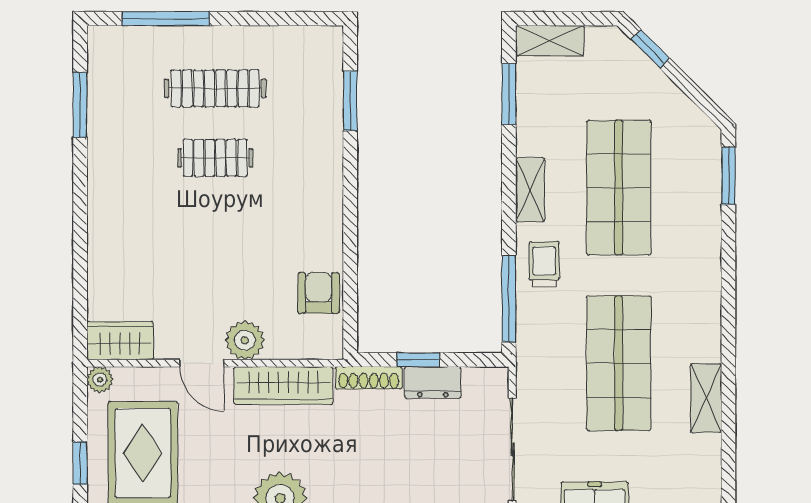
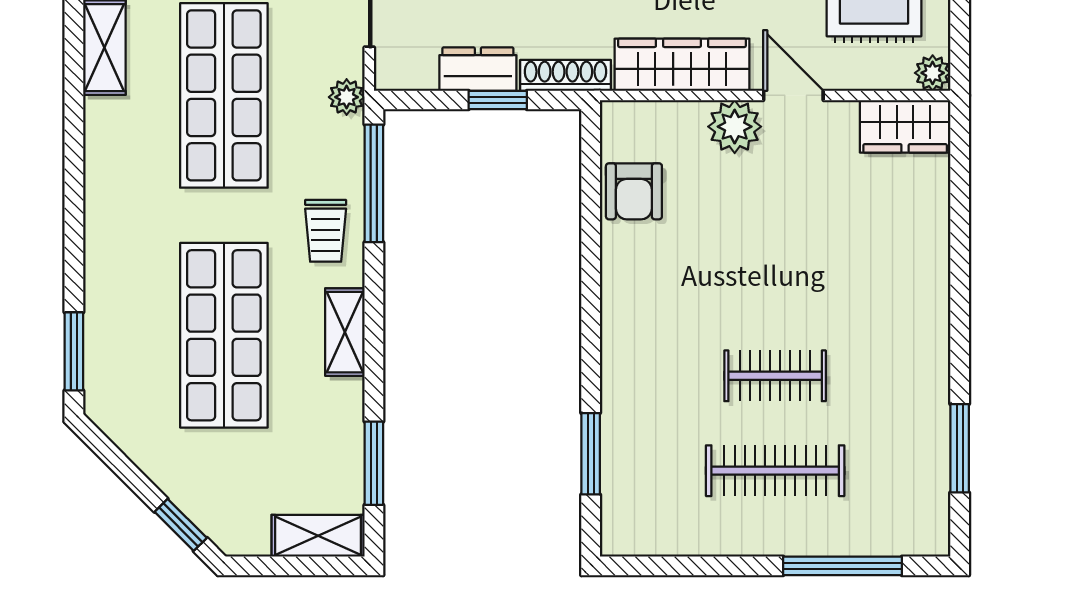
plant: (529, 362) -> (347, 97), added

